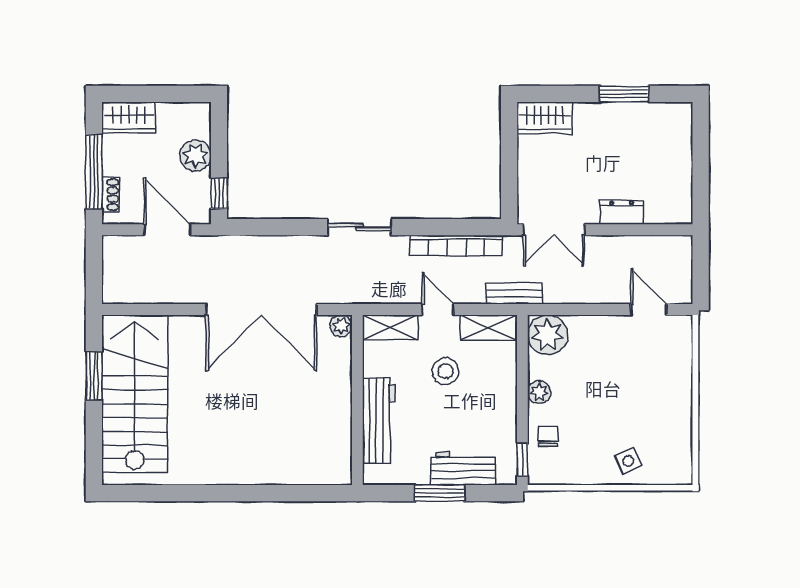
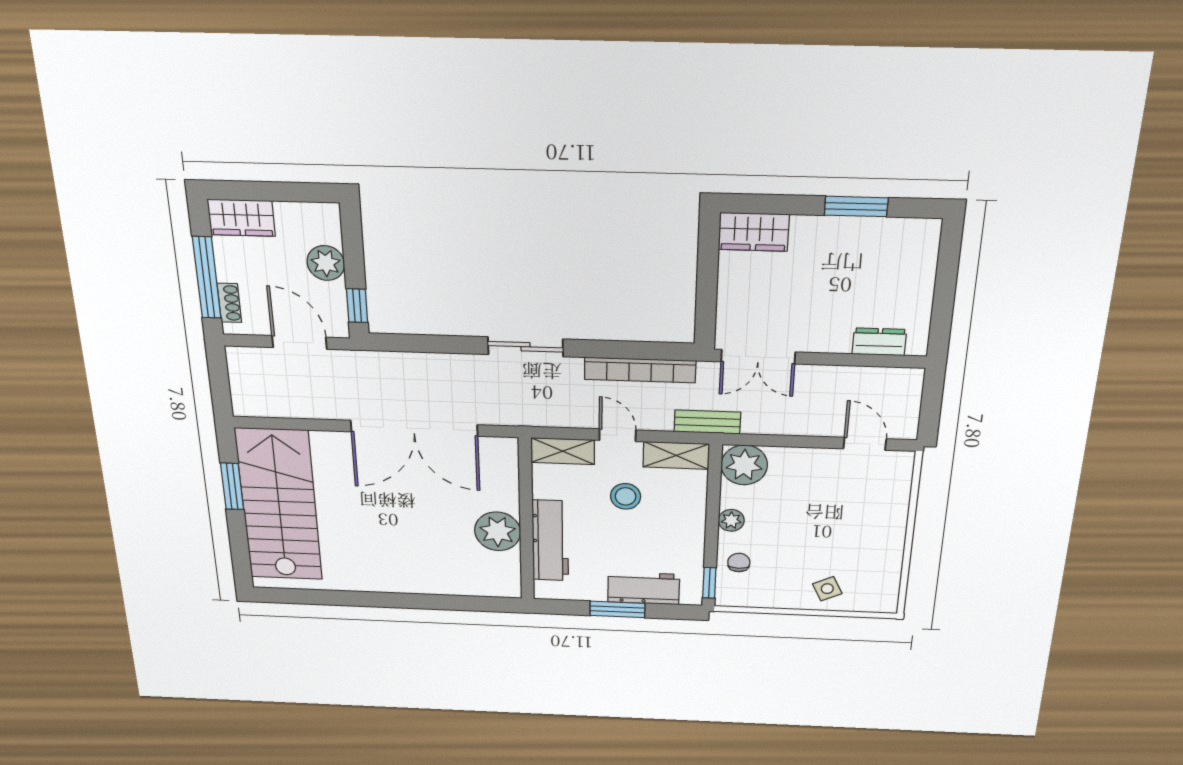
dresser: (621, 212) -> (879, 342), moved
plant: (341, 326) -> (498, 531), moved, width x1.88, depth x1.88

